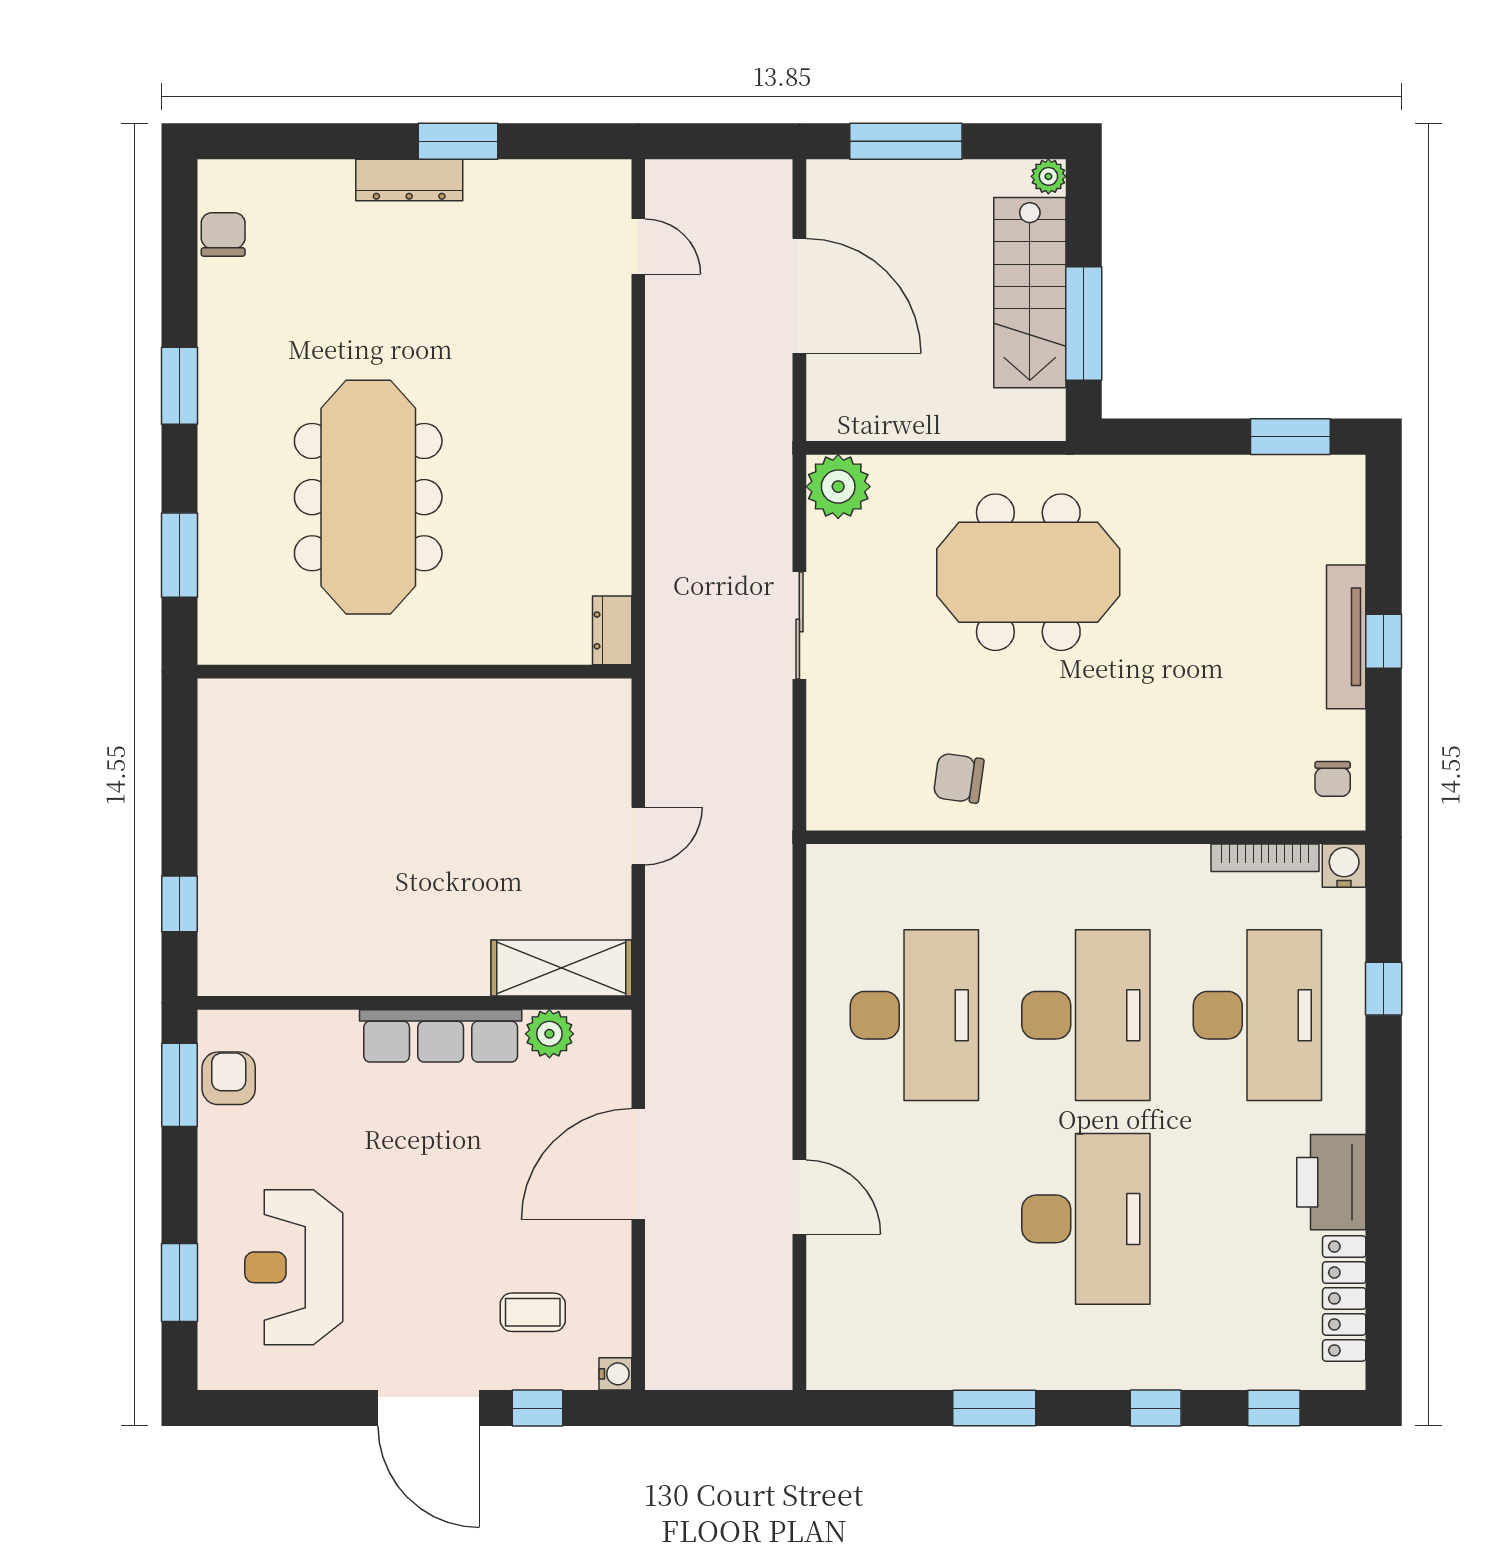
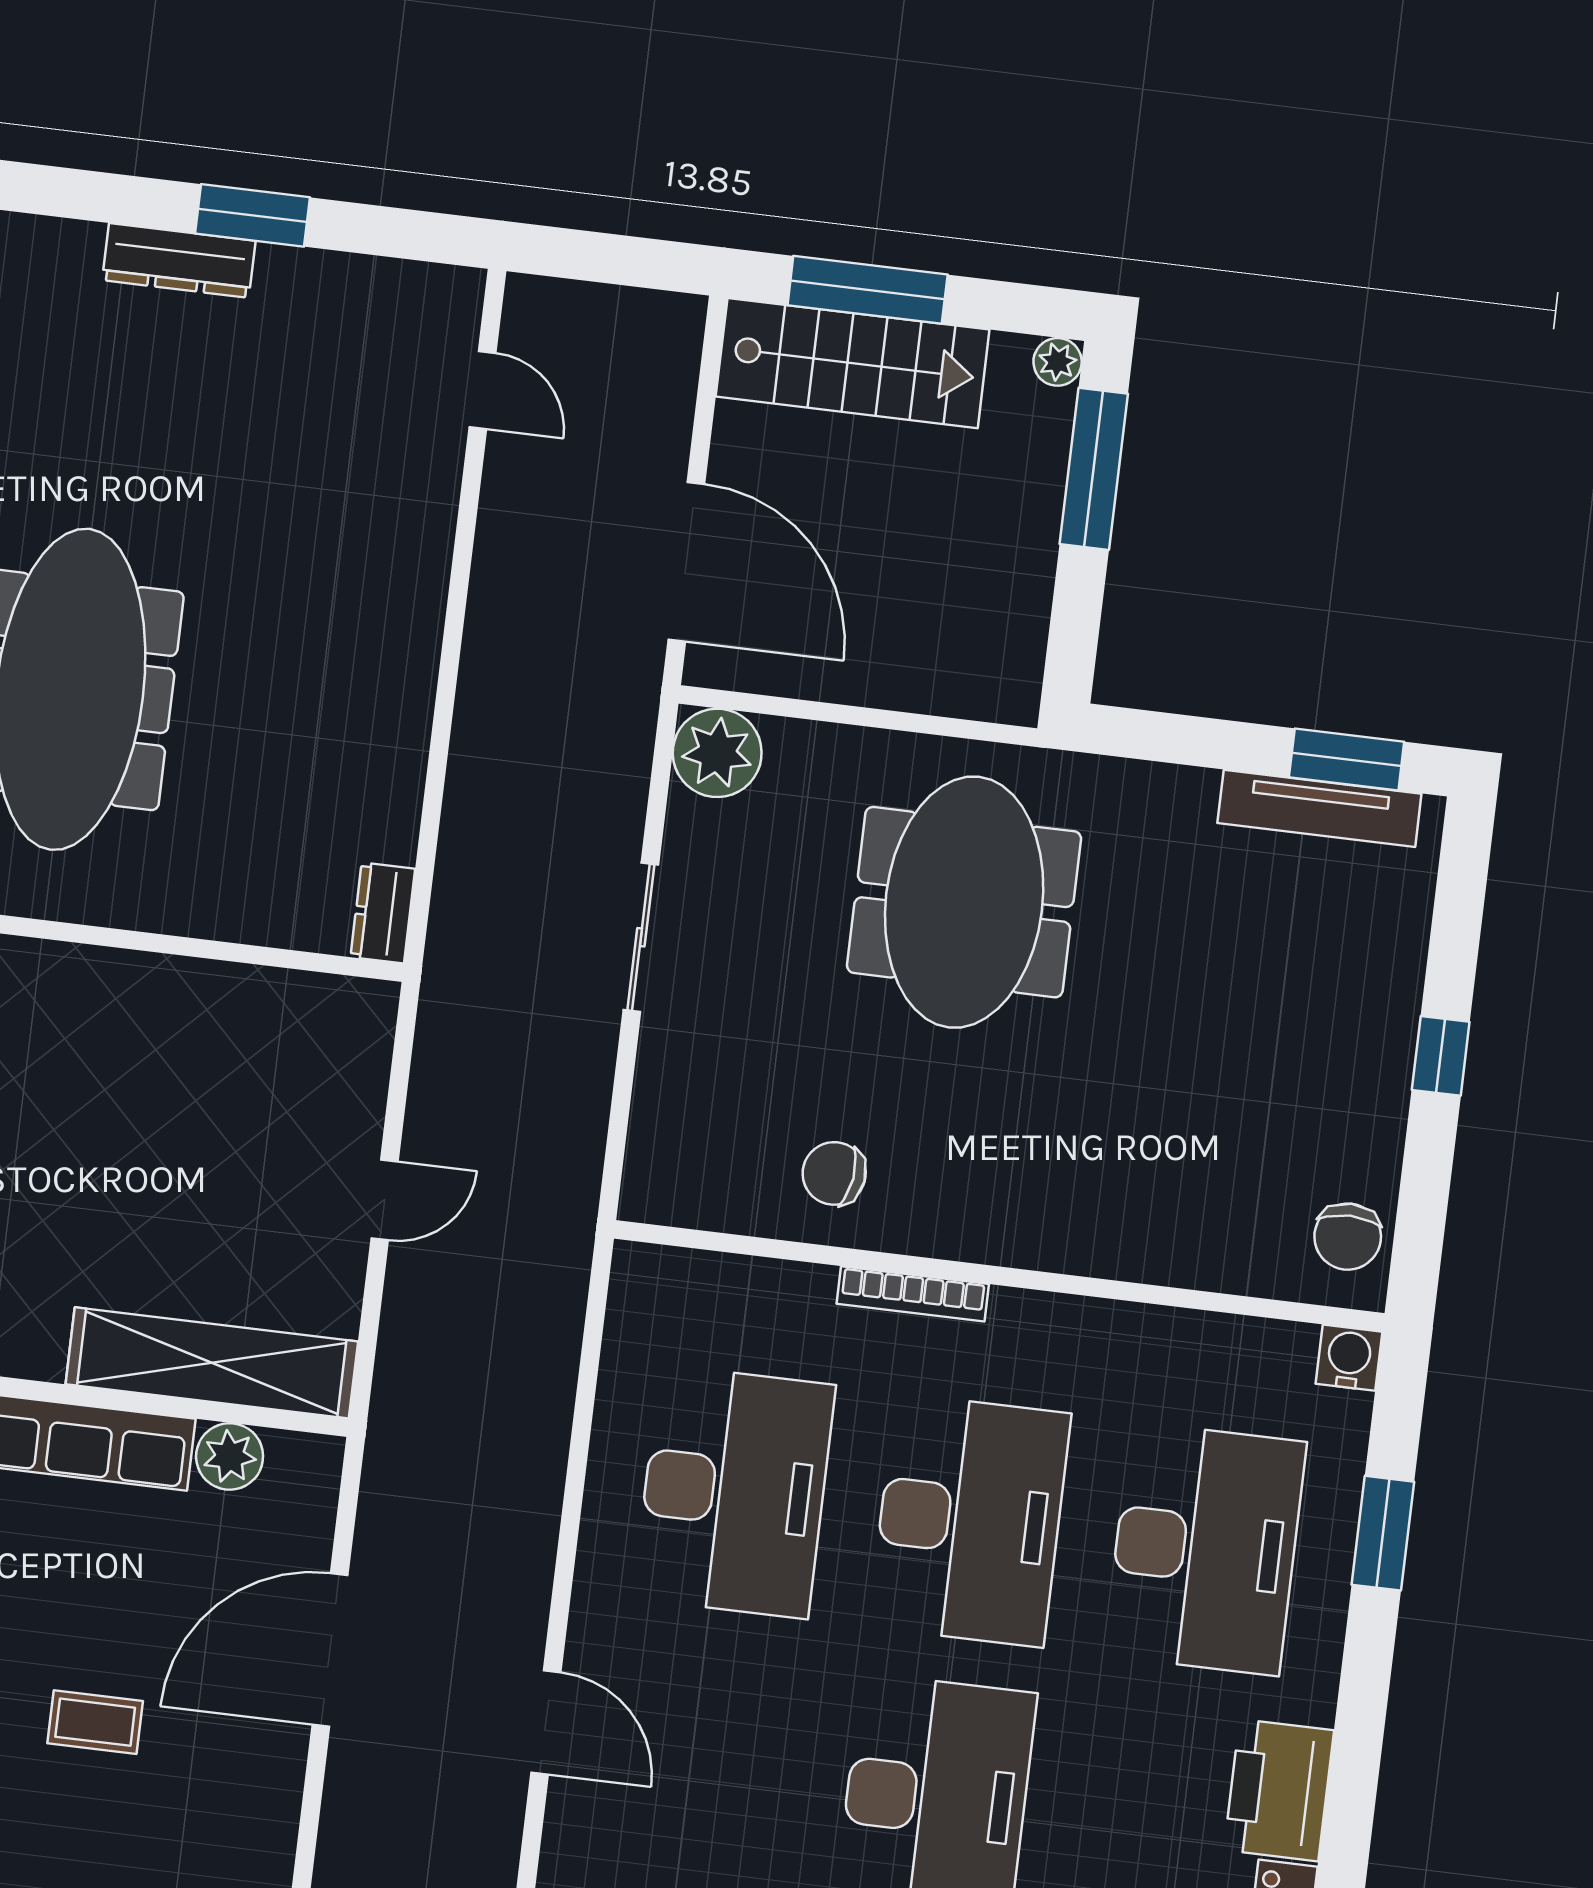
stairs: (1030, 293) -> (853, 363), moved, turned -90
door: (799, 296) -> (686, 562), moved
window: (1084, 324) -> (1094, 469), moved
meeting table: (1028, 572) -> (964, 902), turned 90
tv unit: (1346, 637) -> (1319, 808), moved, turned -90
chair: (1333, 779) -> (1348, 1237), width x1.37, depth x1.37
bookcase: (1265, 858) -> (913, 1294), moved
shelving: (561, 968) -> (212, 1363), width x1.47
window: (1384, 989) -> (1383, 1533), width x1.50
coffee table: (533, 1312) -> (95, 1722), moved

